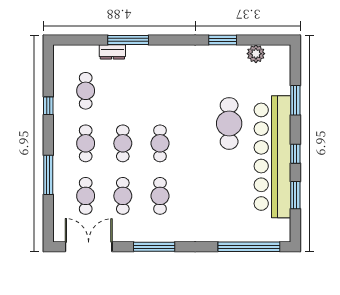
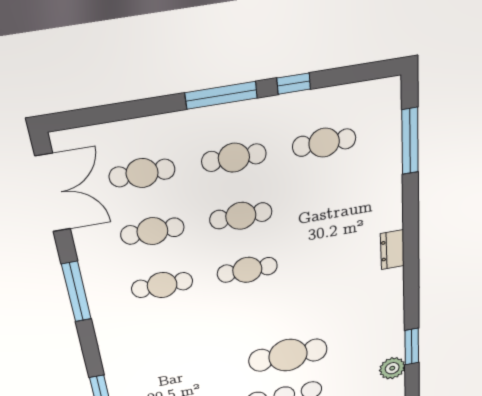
window: (128, 40) -> (410, 141), moved
window: (223, 40) -> (412, 347), moved
dresser: (112, 52) -> (392, 250), moved
window: (48, 175) -> (221, 95), moved

